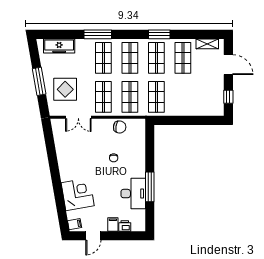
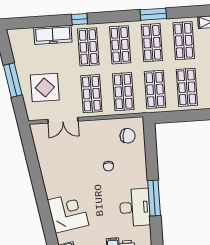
window: (98, 34) -> (80, 19), width x0.46
freezer: (59, 46) -> (53, 35), moved
shop shelf: (183, 97) -> (187, 87), added
chair: (120, 127) -> (128, 136), moved

